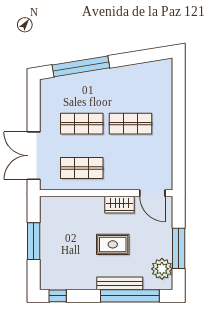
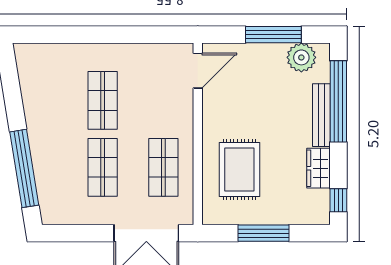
wardrobe: (119, 205) -> (319, 168), moved, turned 180
rug: (113, 244) -> (239, 169), moved, width x1.36, depth x1.43

